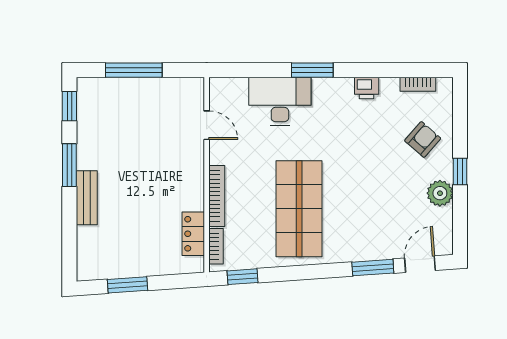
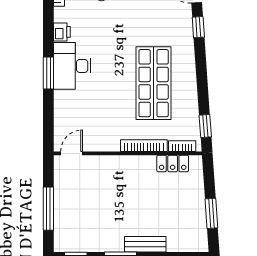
desk: (280, 101) -> (72, 66), moved
door: (207, 125) -> (72, 153), moved
shop shelf: (299, 209) -> (154, 83), turned 90
window: (373, 268) -> (198, 27), width x0.67

